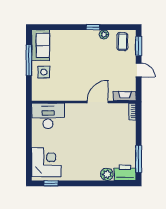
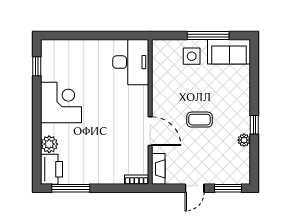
coffee table: (122, 42) -> (199, 120), moved
corner desk: (46, 162) -> (61, 102), moved, turned -90

